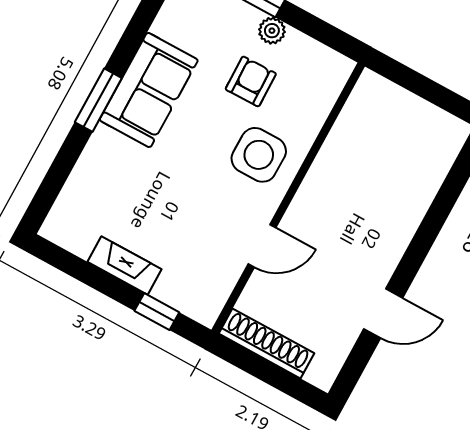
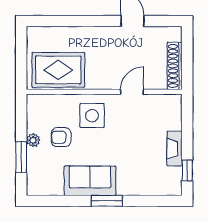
rug: (369, 140) -> (58, 70), added
door: (262, 246) -> (132, 92), hinge flipped
window: (157, 312) -> (187, 170), moved

